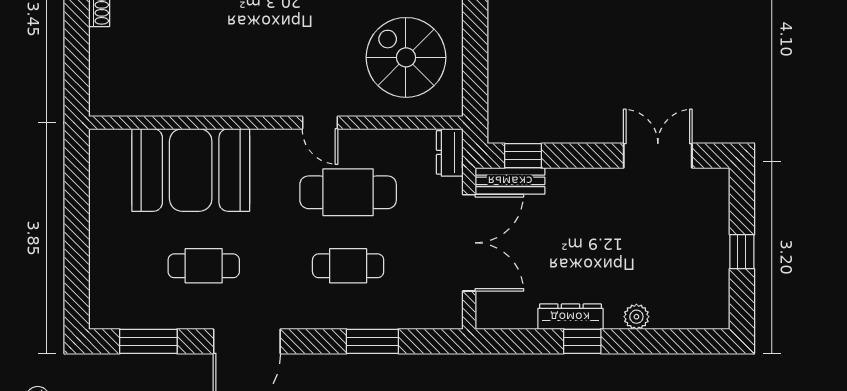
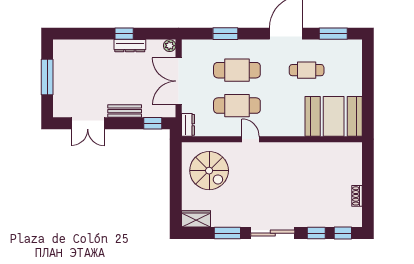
booth: (191, 170) -> (334, 116), moved
bench: (510, 181) -> (125, 111), moved
window: (742, 252) -> (47, 77), width x2.17
cafe table: (348, 266) -> (237, 70), width x1.37, depth x1.35
plant: (636, 317) -> (170, 46), moved

